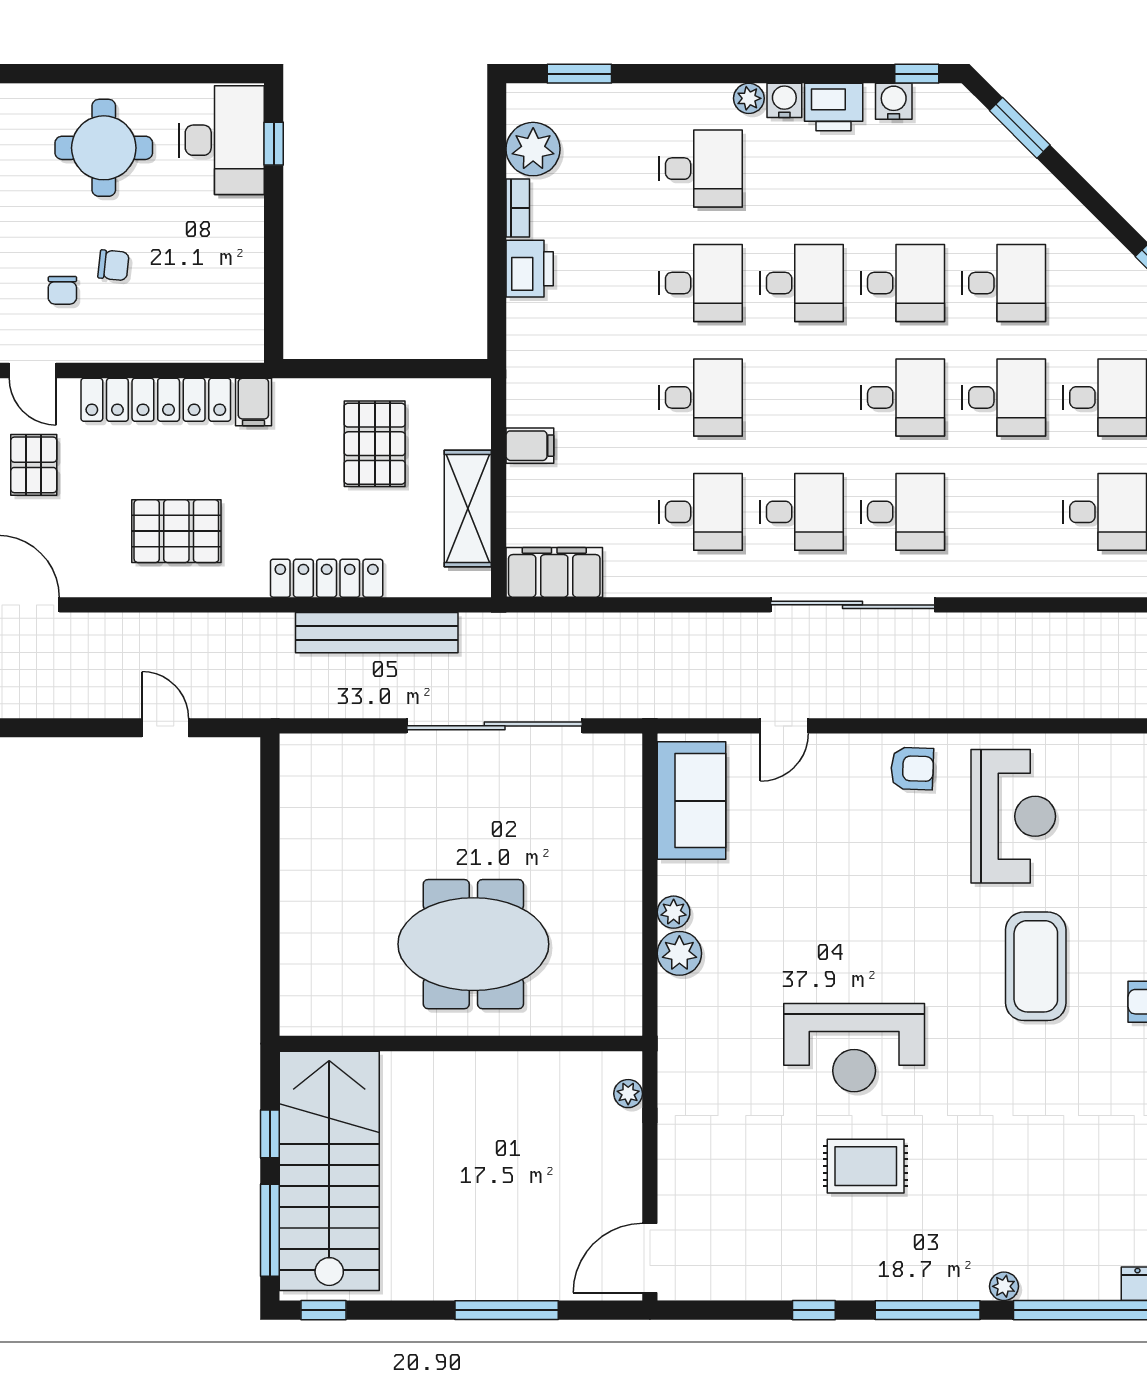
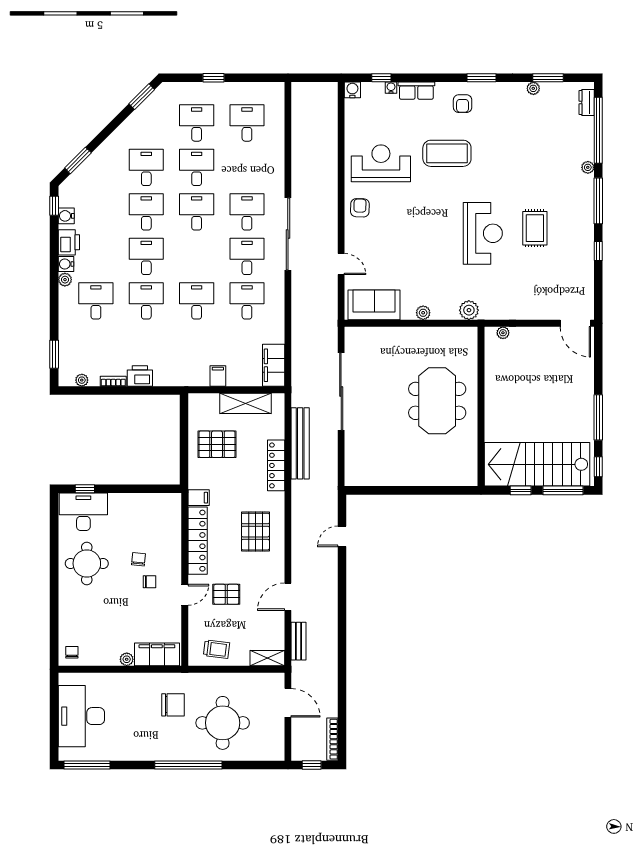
plant: (533, 149) -> (82, 380), width x0.53, depth x0.53
plant: (679, 953) -> (469, 310), moved
window: (507, 1310) -> (598, 417), moved

